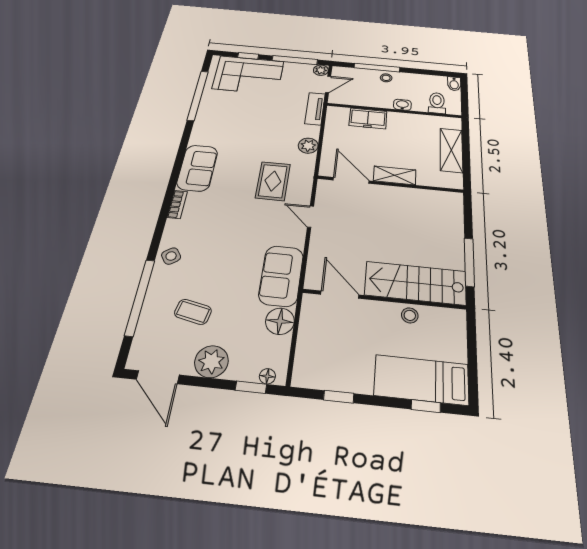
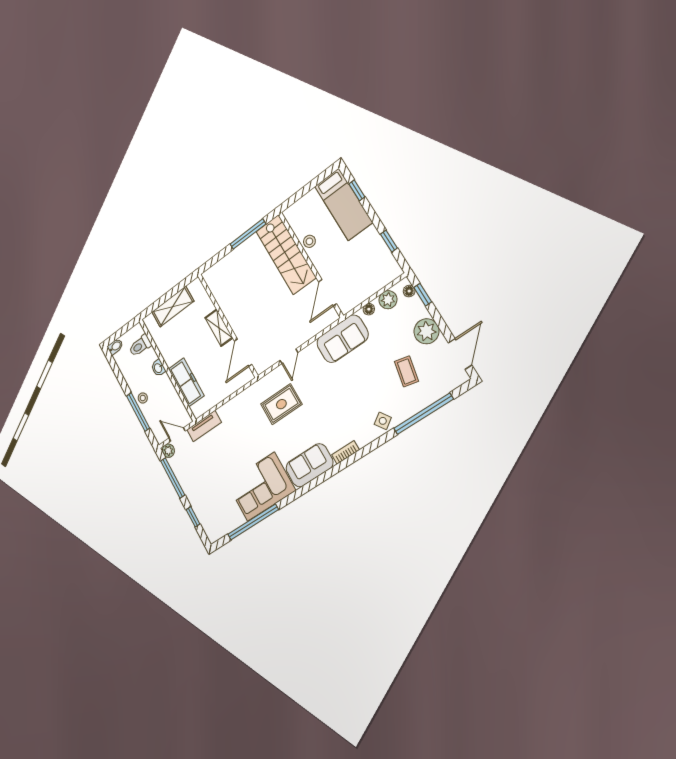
corner sofa: (248, 75) -> (261, 487), moved, turned -90
freezer: (368, 118) -> (186, 382), width x1.40
plant: (308, 146) -> (388, 300), moved
floor lamp: (280, 321) -> (369, 309), width x0.53, depth x0.53

